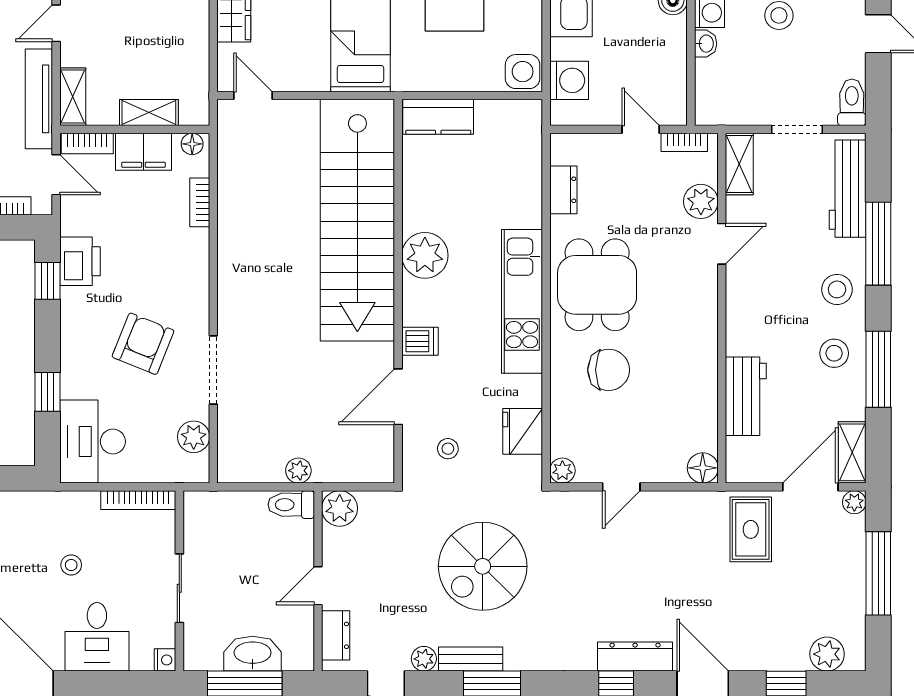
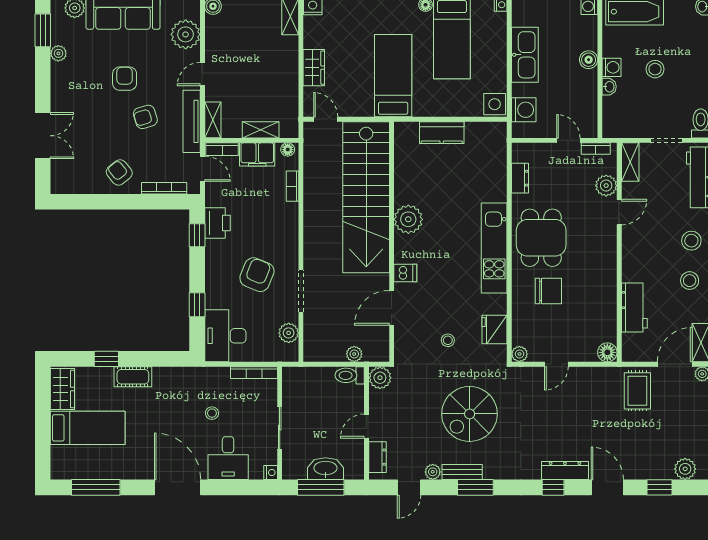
stairs: (357, 220) -> (366, 197), moved
plant: (425, 255) -> (408, 219), moved
wall: (398, 291) -> (392, 242), moved
dishwasher: (420, 341) -> (405, 273), moved
door: (398, 397) -> (392, 308), moved

